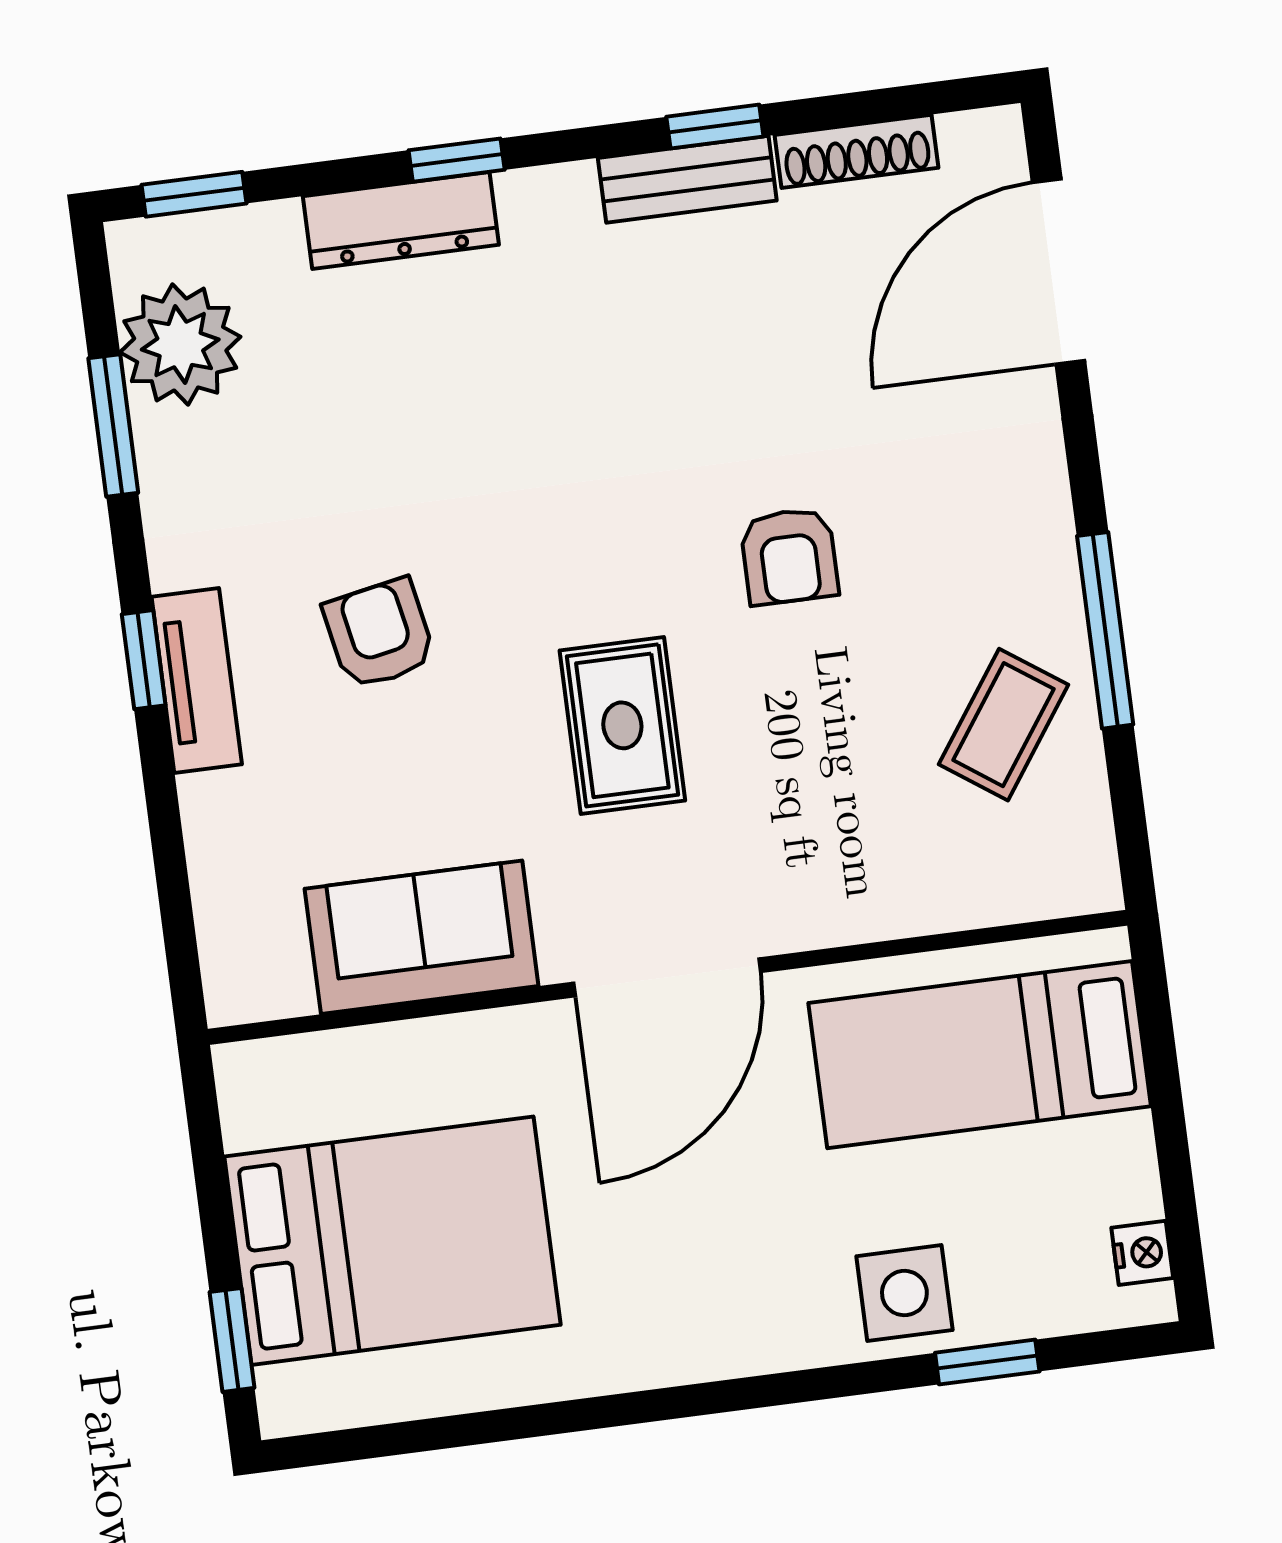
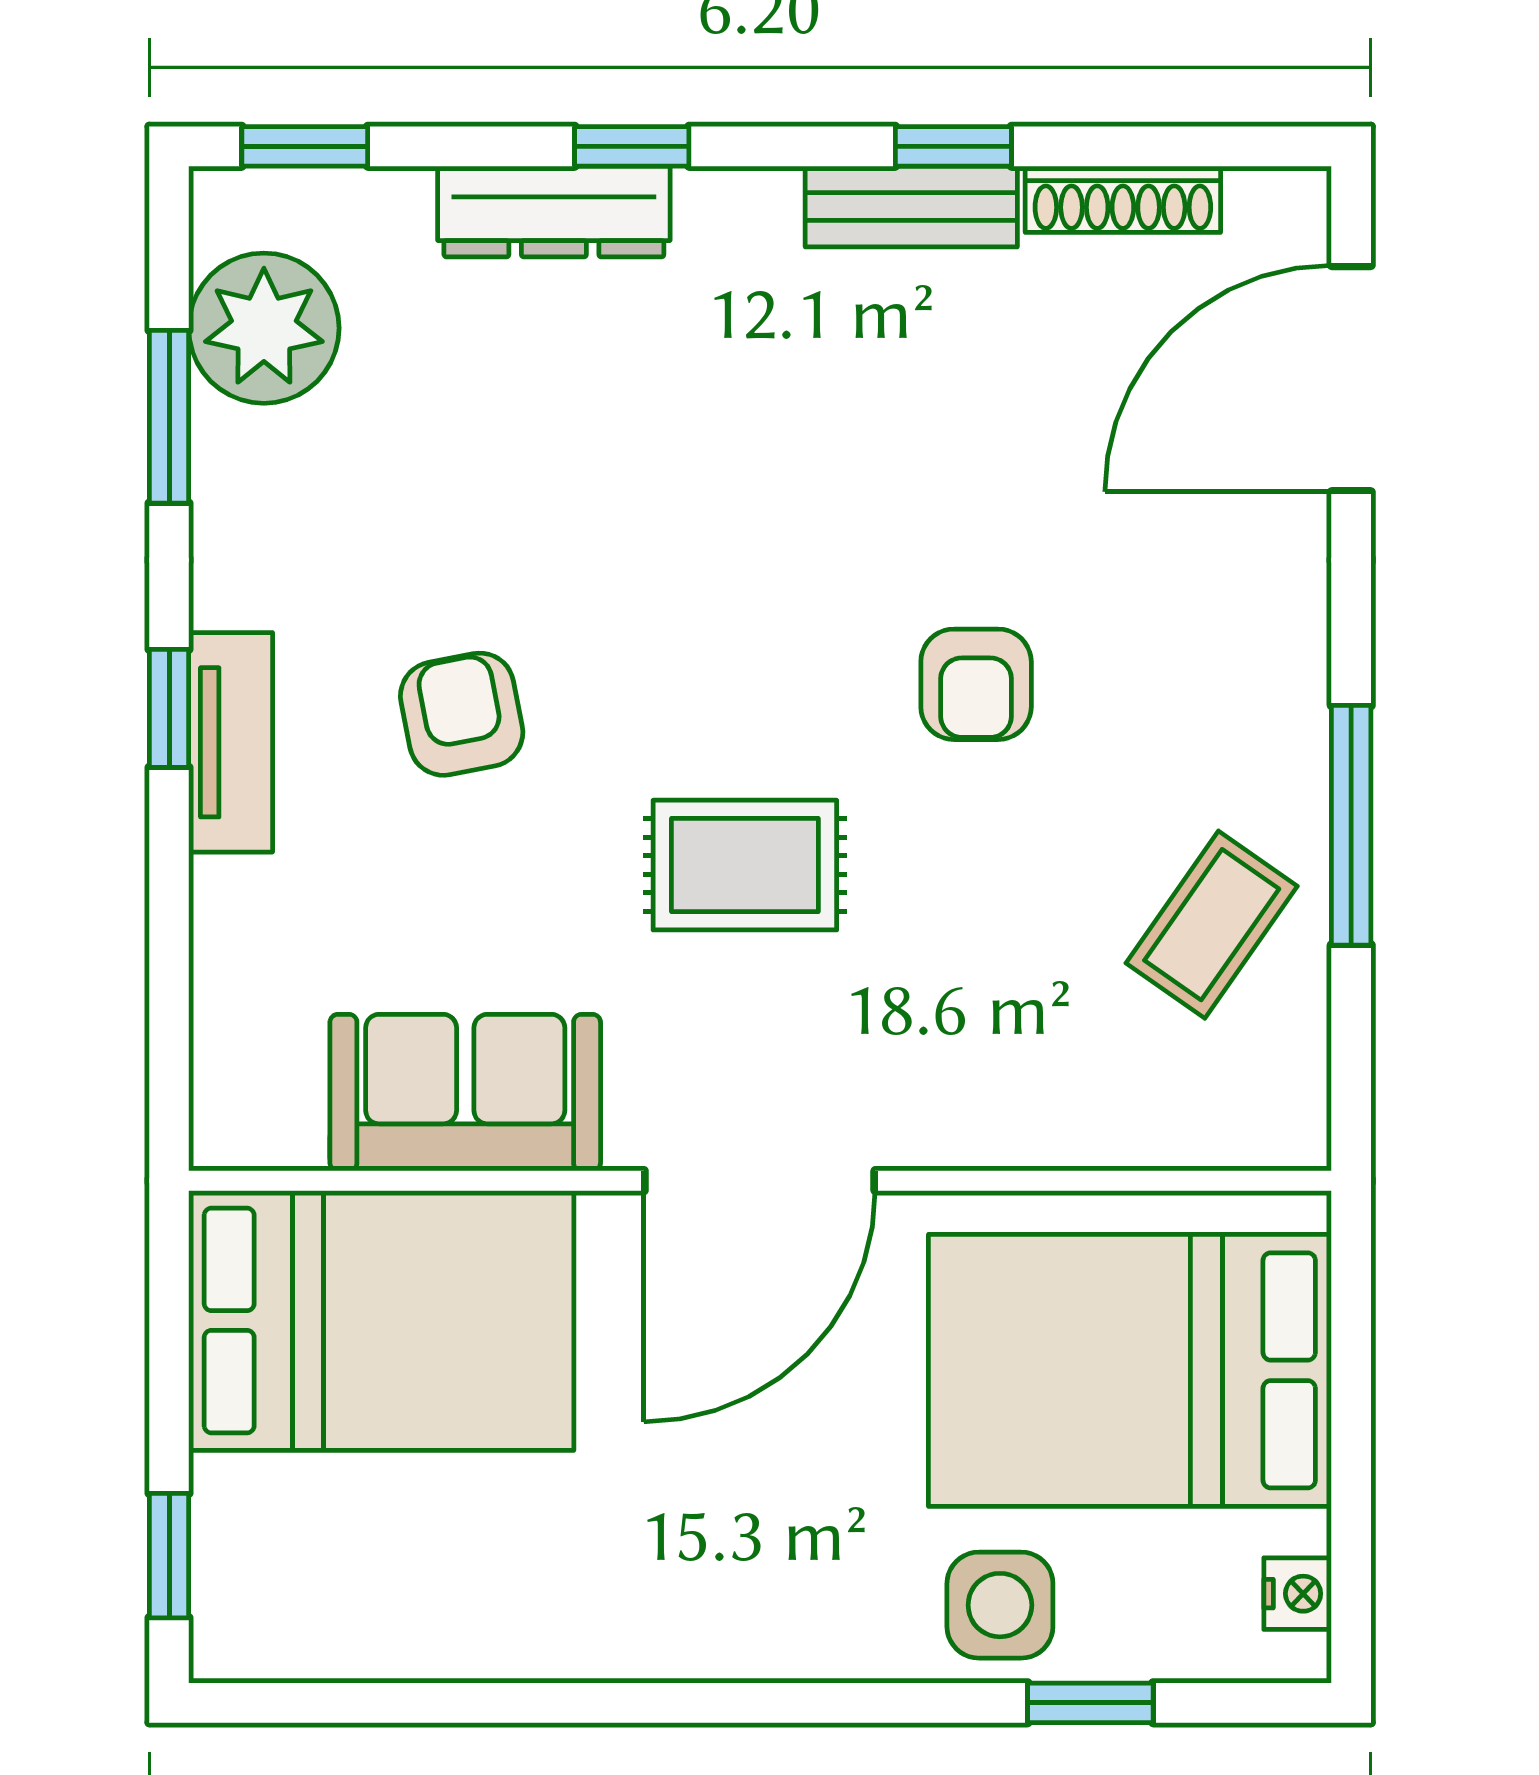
rug: (622, 725) -> (745, 865), turned 90
bed: (980, 1055) -> (1130, 1370), width x1.50
bed: (392, 1241) -> (381, 1320), moved

